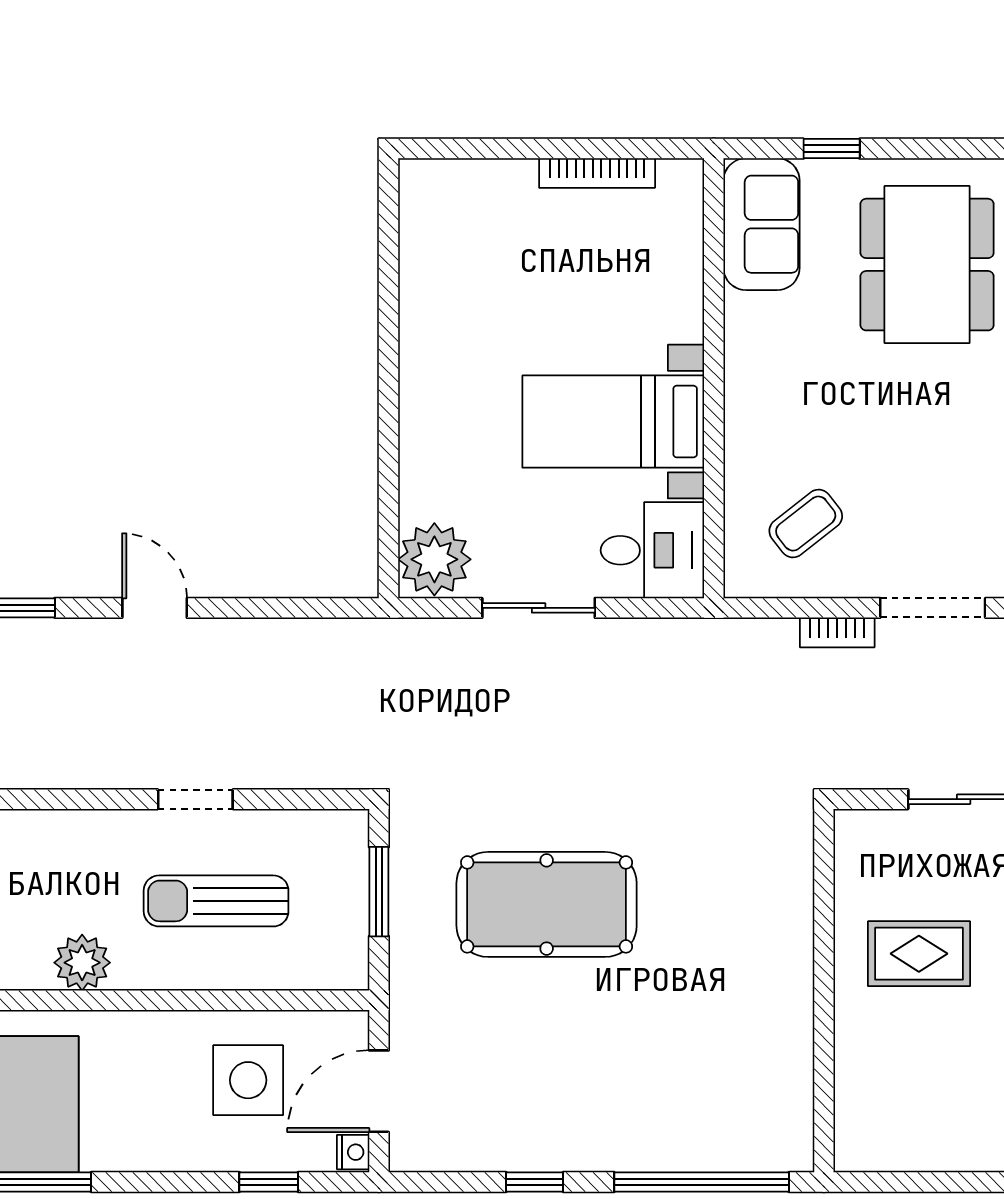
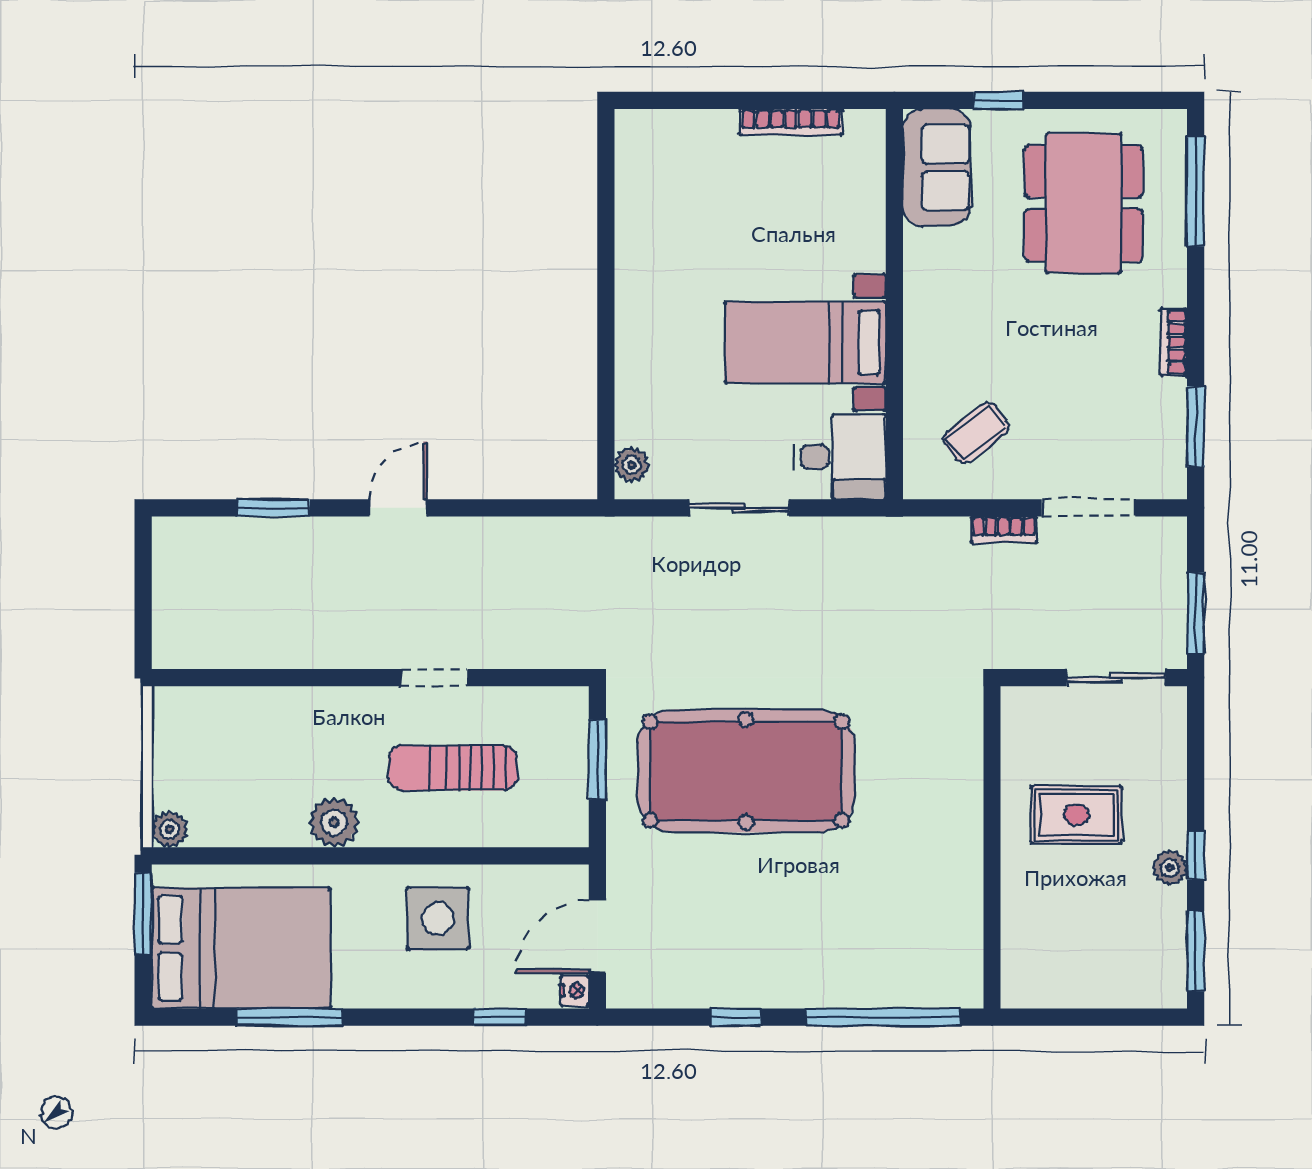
plant: (434, 559) -> (631, 465), width x0.53, depth x0.53
door: (155, 608) -> (398, 508), hinge flipped
pool table: (547, 904) -> (746, 771), width x1.36, depth x1.32
side table: (248, 1080) -> (438, 918), moved

